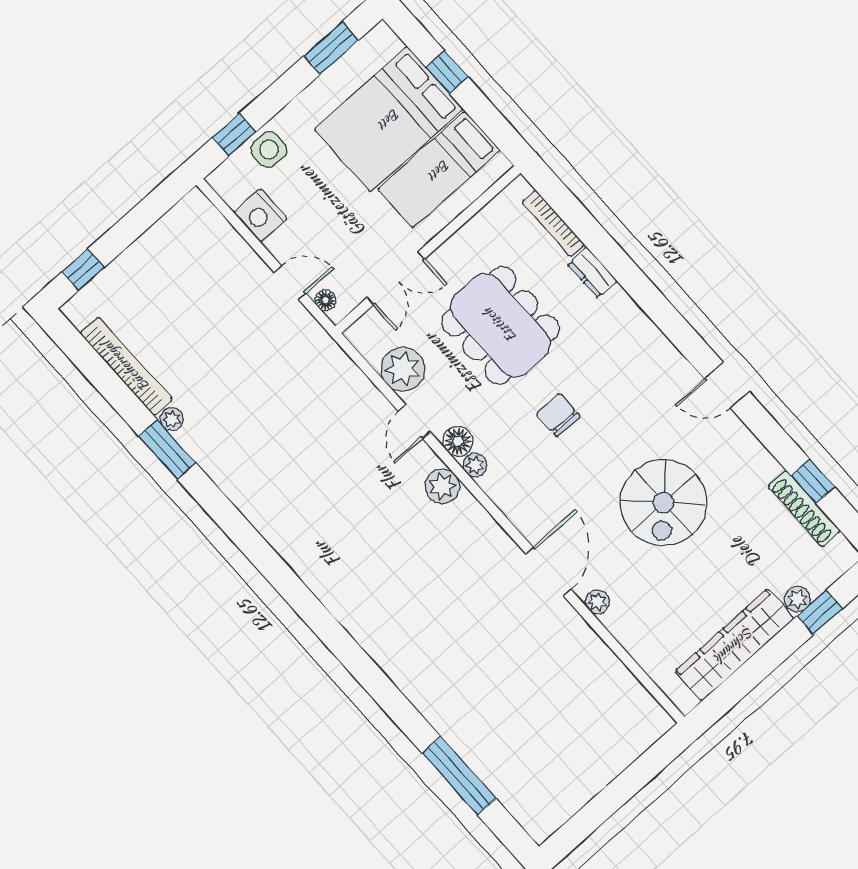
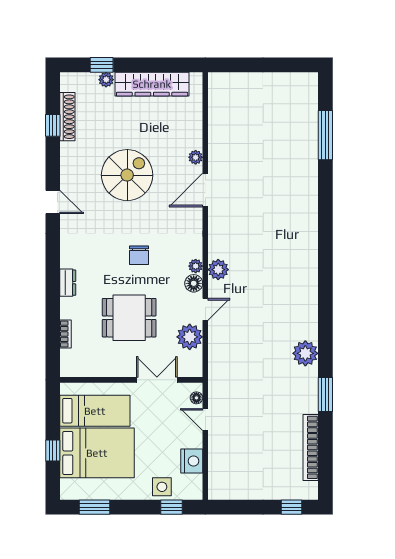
bookcase: (553, 223) -> (66, 334), width x0.64
dresser: (592, 273) -> (68, 283), moved
dining table: (500, 325) -> (129, 318), width x0.73
plant: (172, 419) -> (305, 353), moved, width x1.87, depth x1.87

